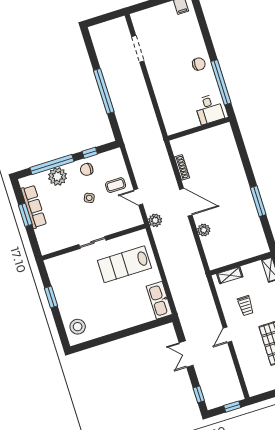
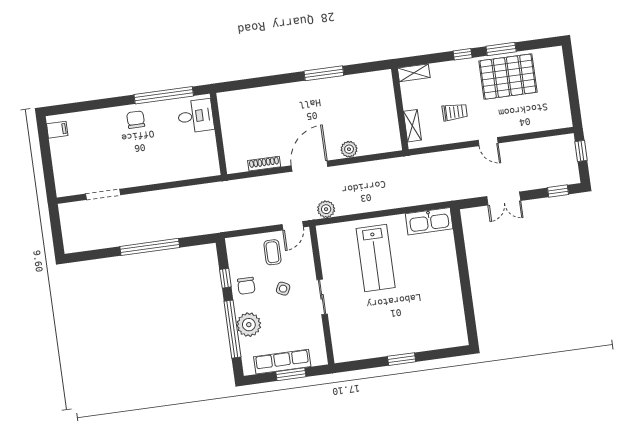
sliding door: (92, 242) -> (322, 297), moved
wall: (94, 242) -> (322, 295), moved
stool: (78, 327) -> (445, 331), removed

